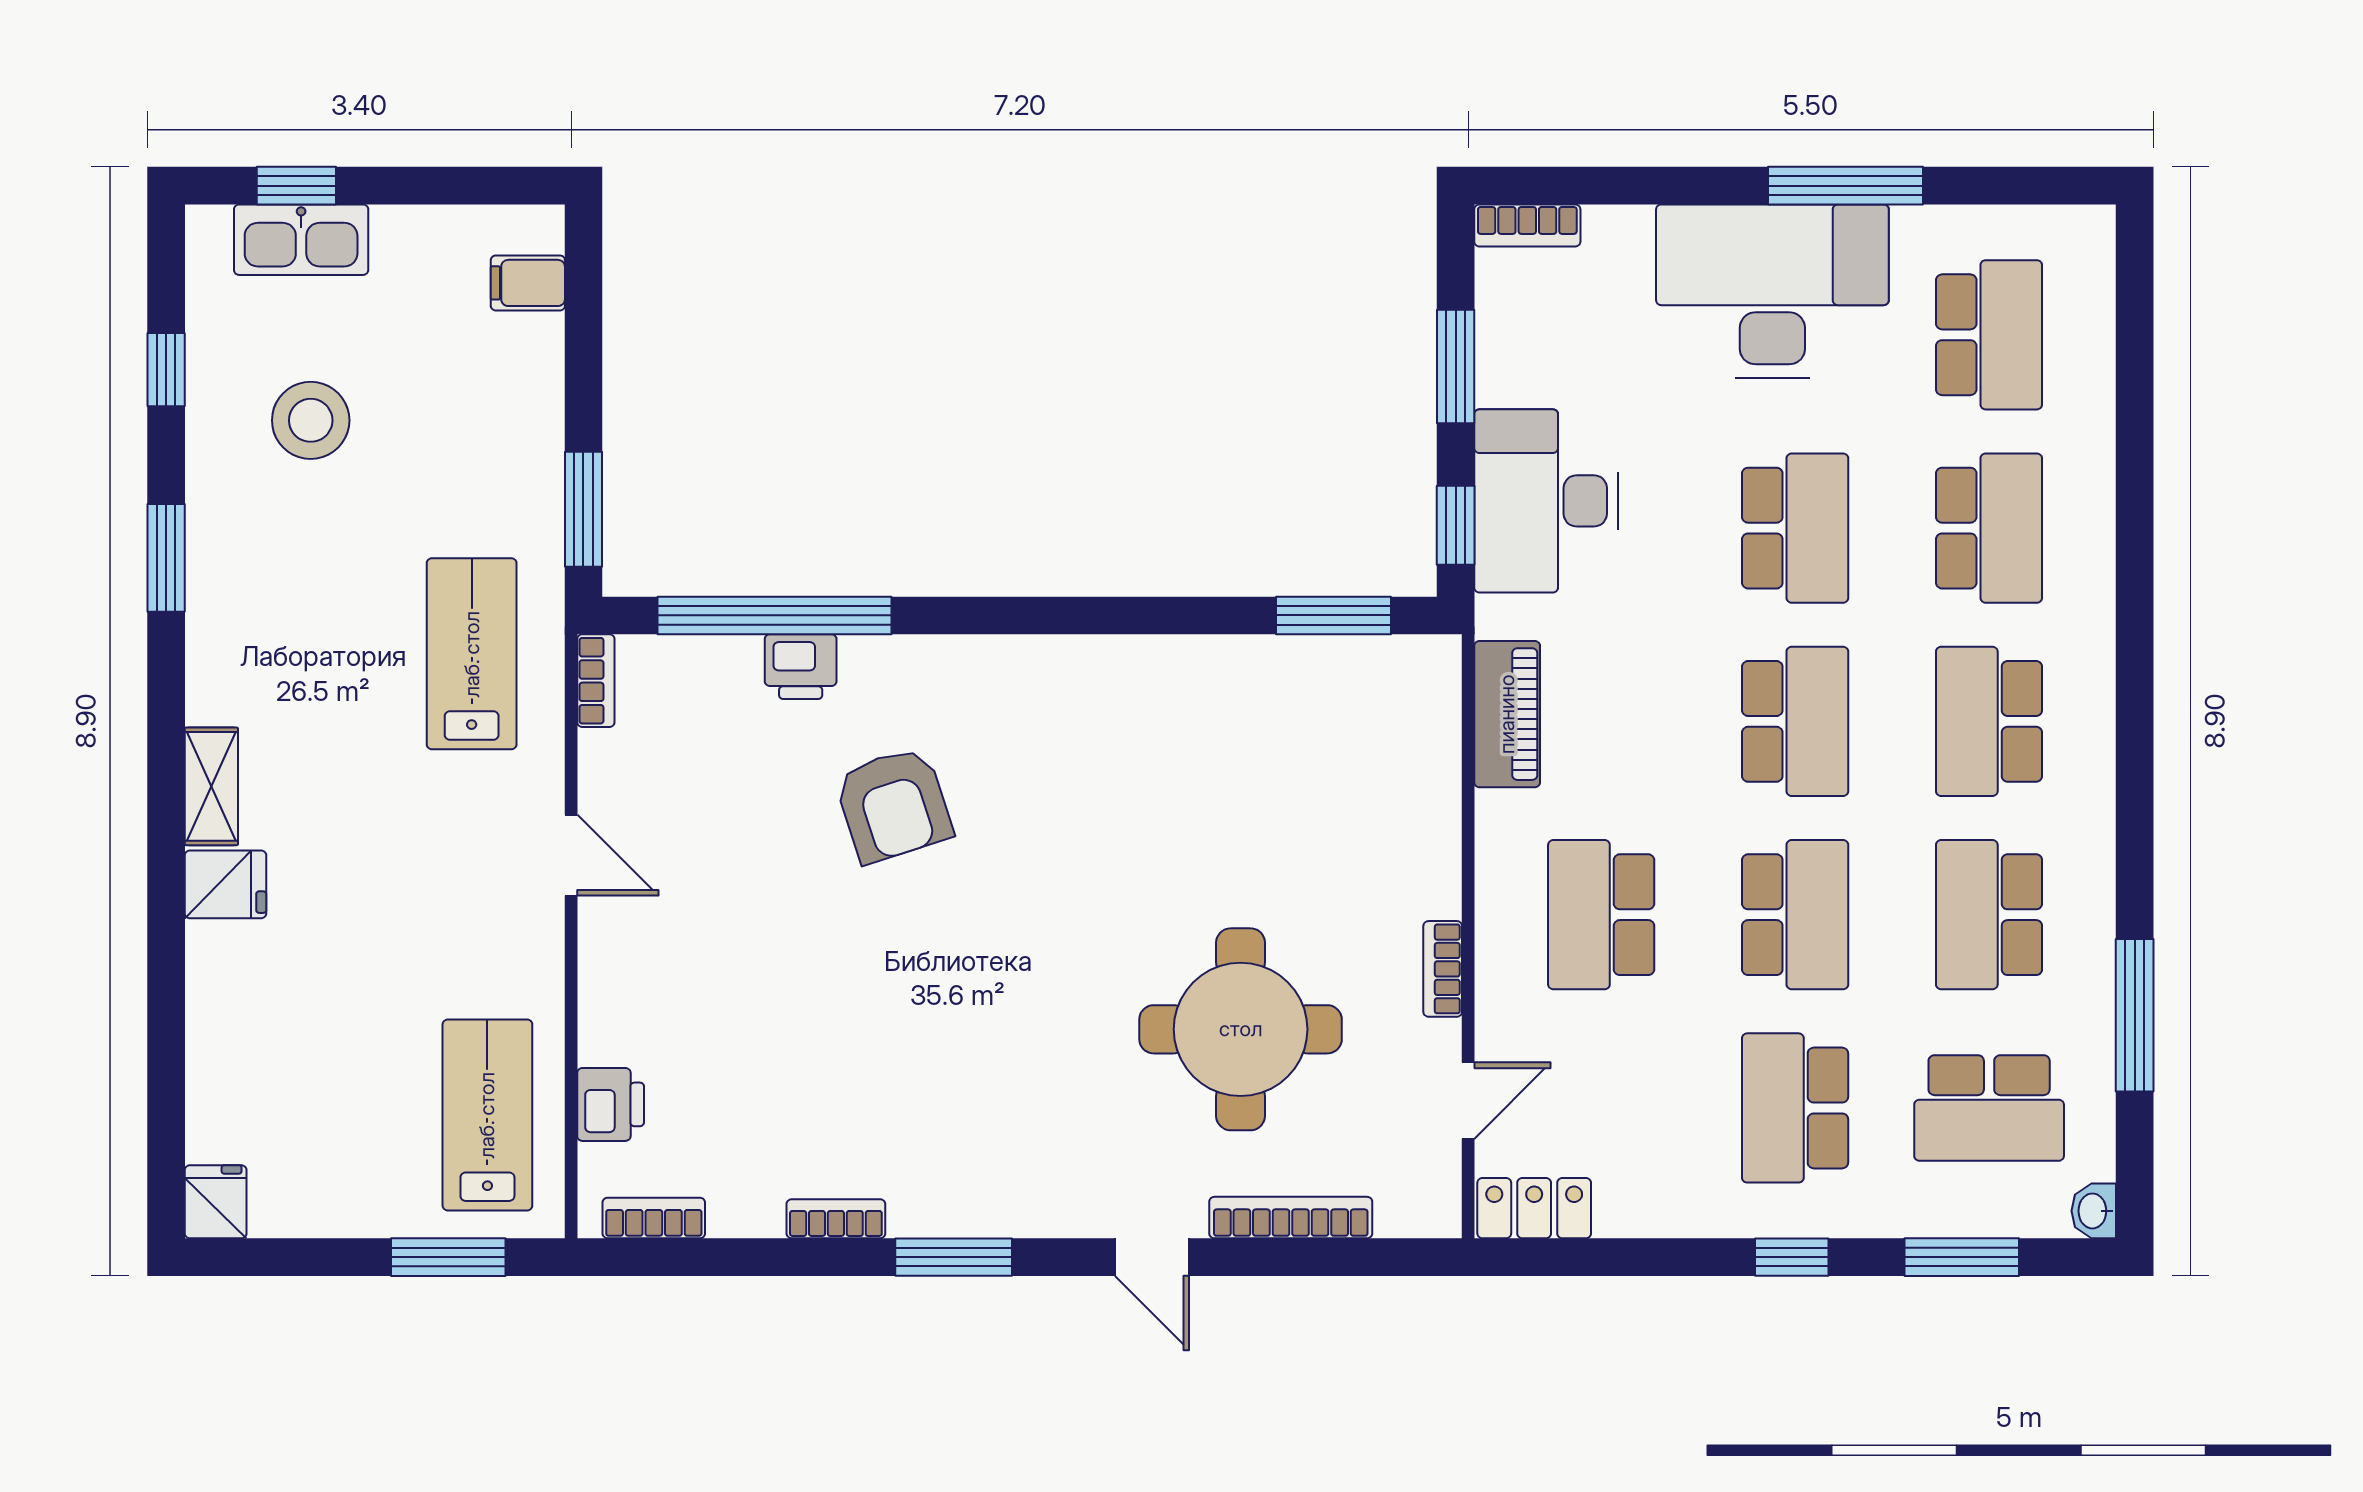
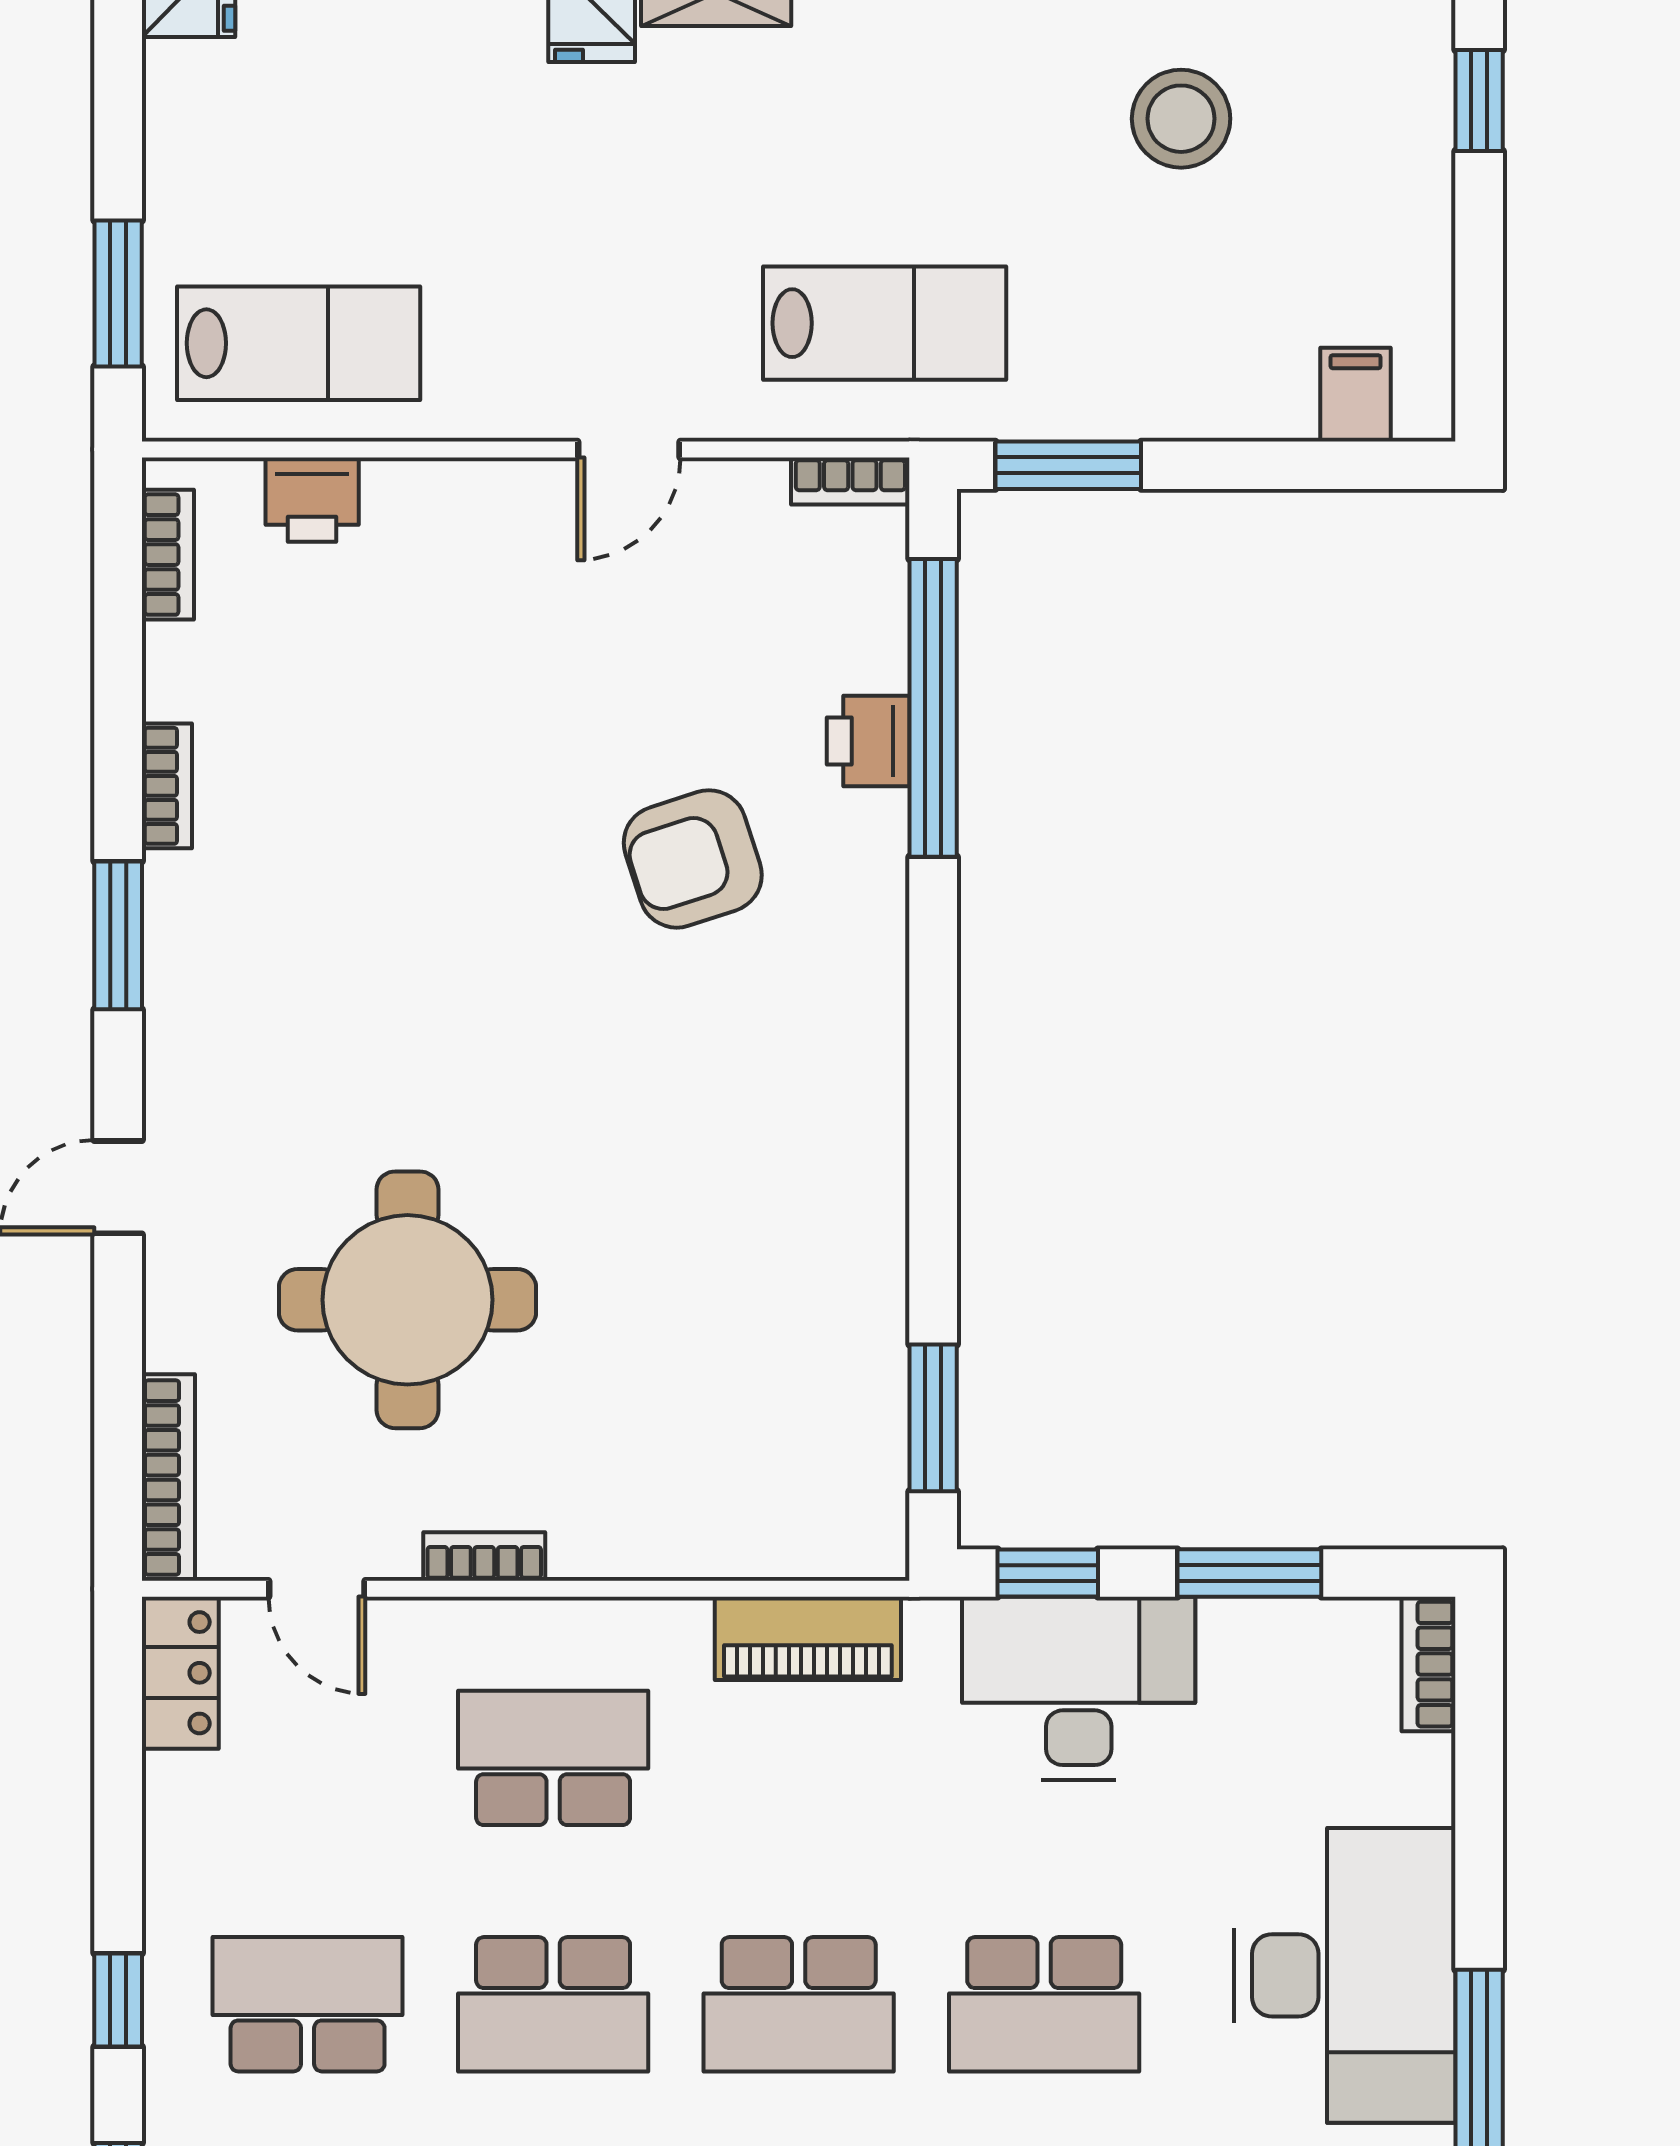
kitchen sink: (301, 240) -> (1410, 106), removed
bookcase: (1291, 1218) -> (168, 1478), moved

